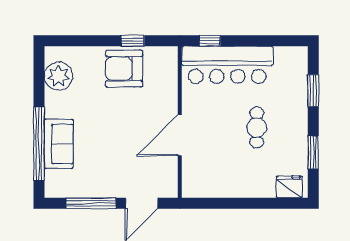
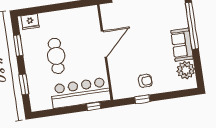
armchair: (124, 69) -> (145, 81), width x0.53, depth x0.53
cafe table: (257, 128) -> (56, 56), width x1.37, depth x1.35
sofa: (59, 144) -> (182, 45), moved

